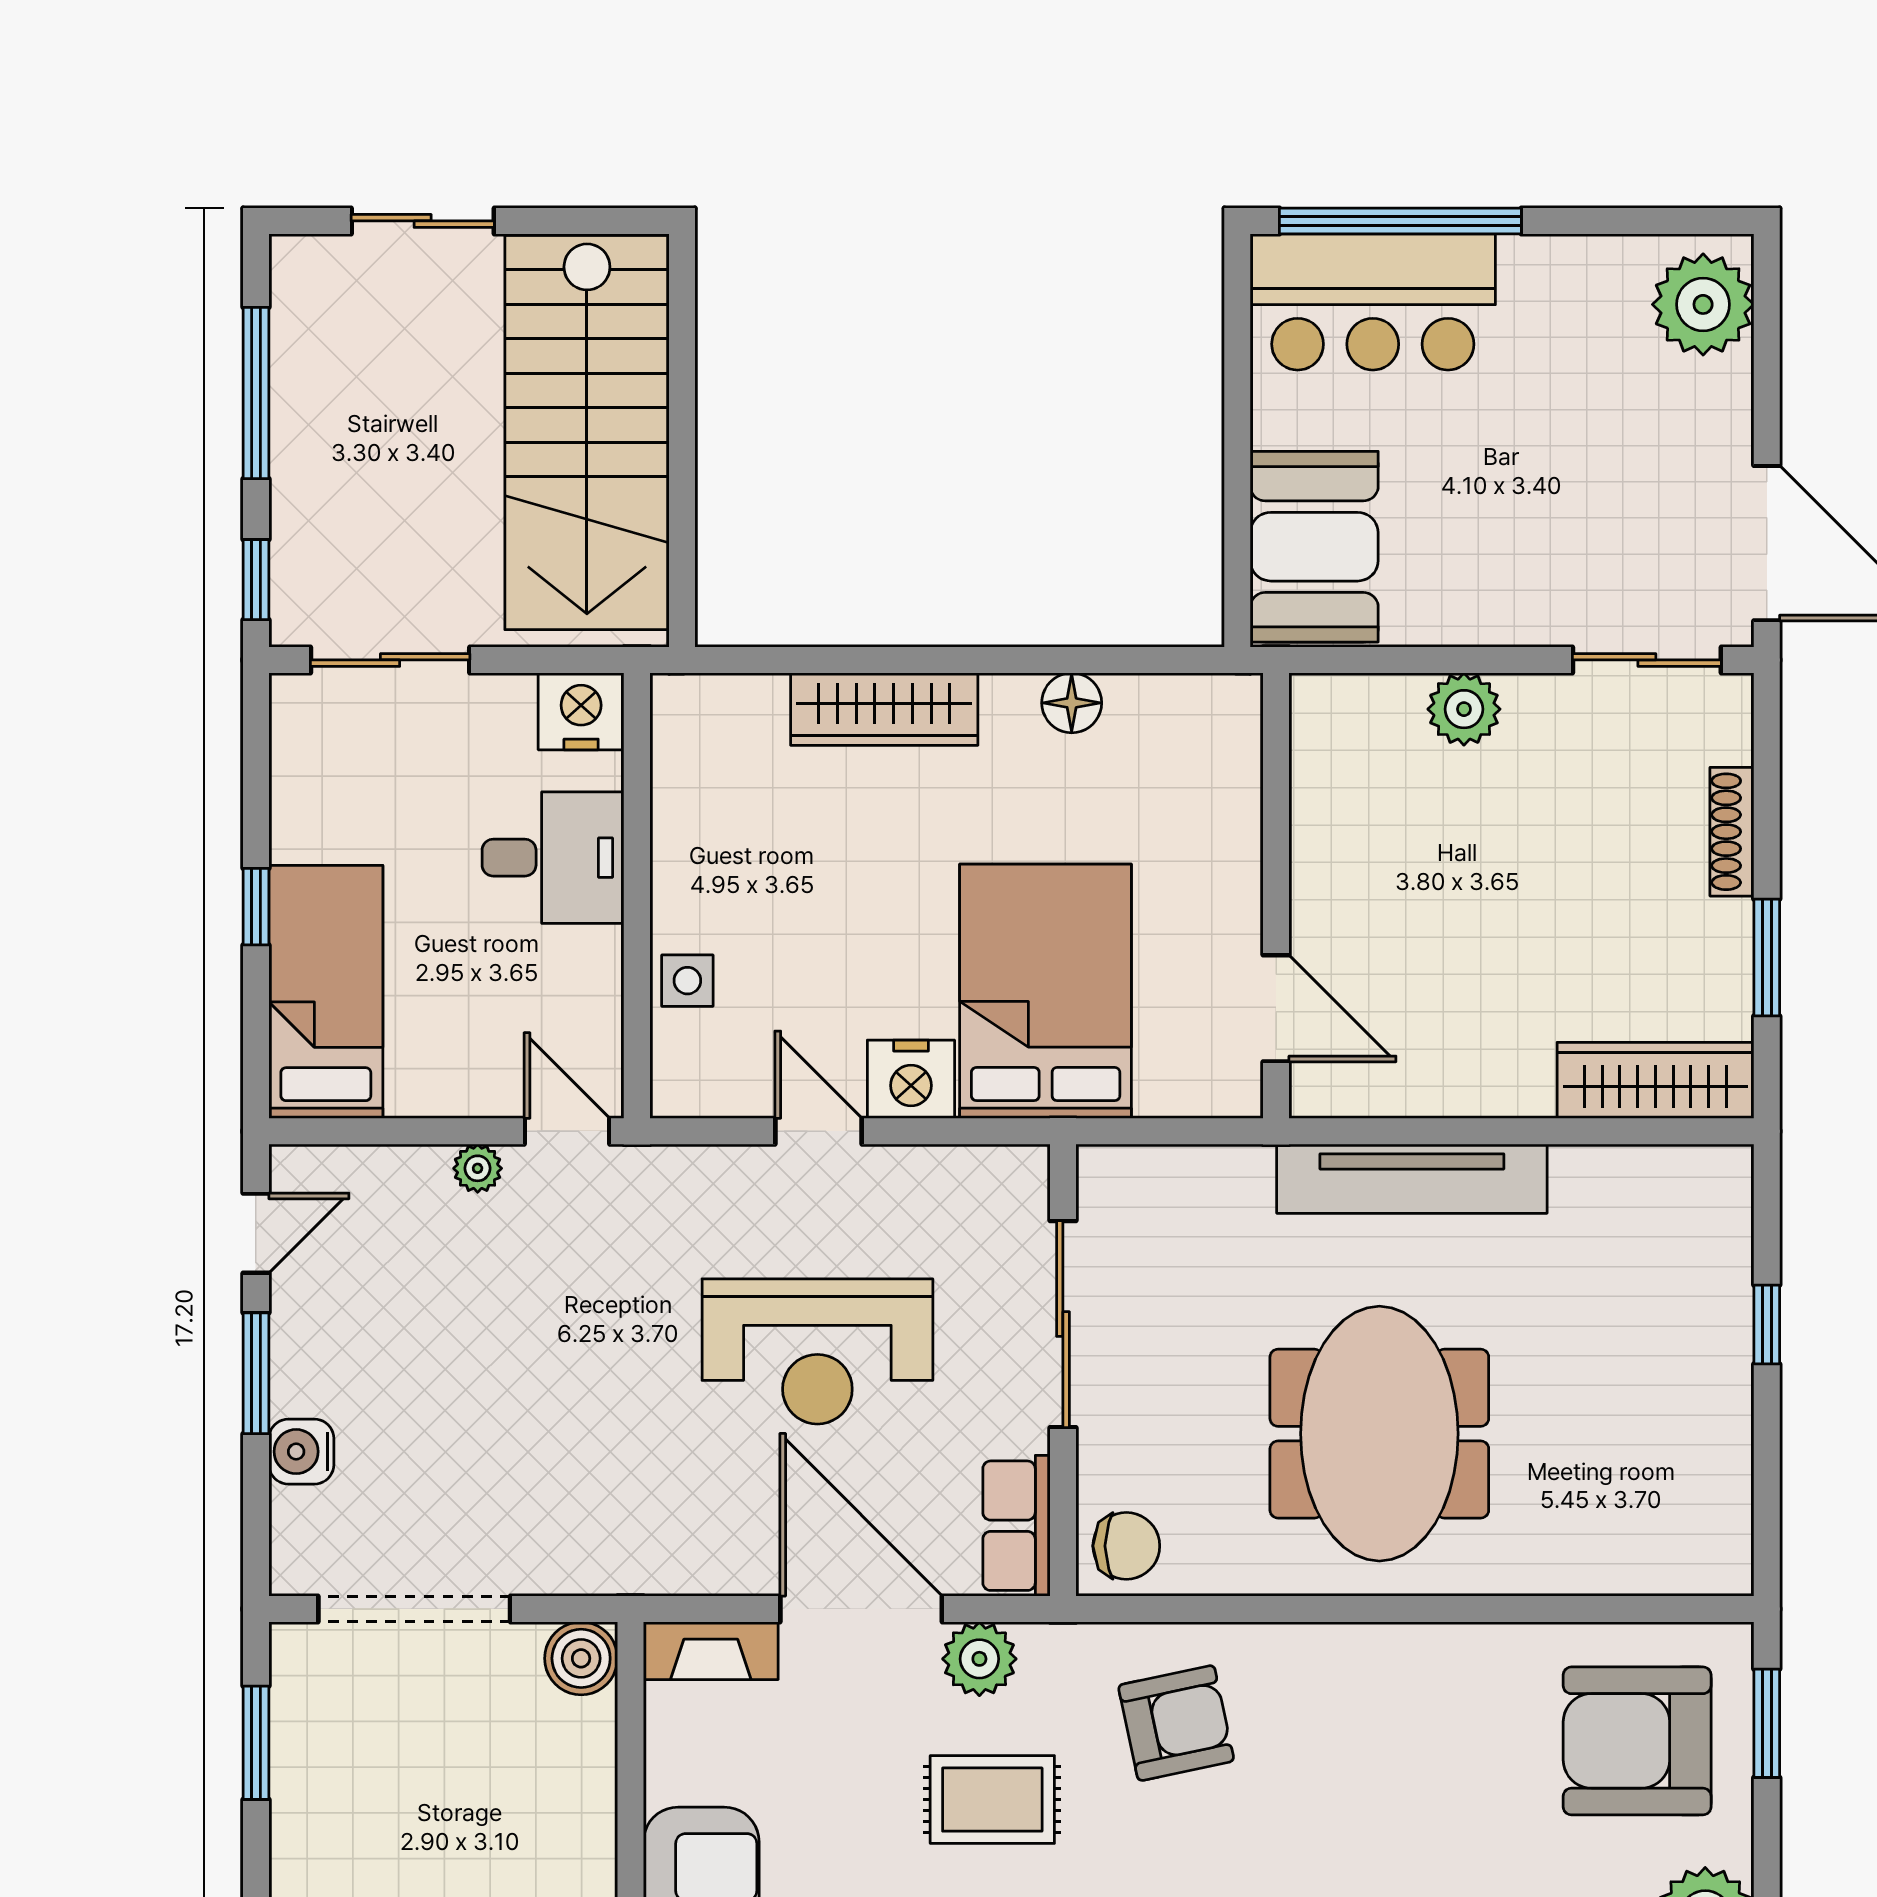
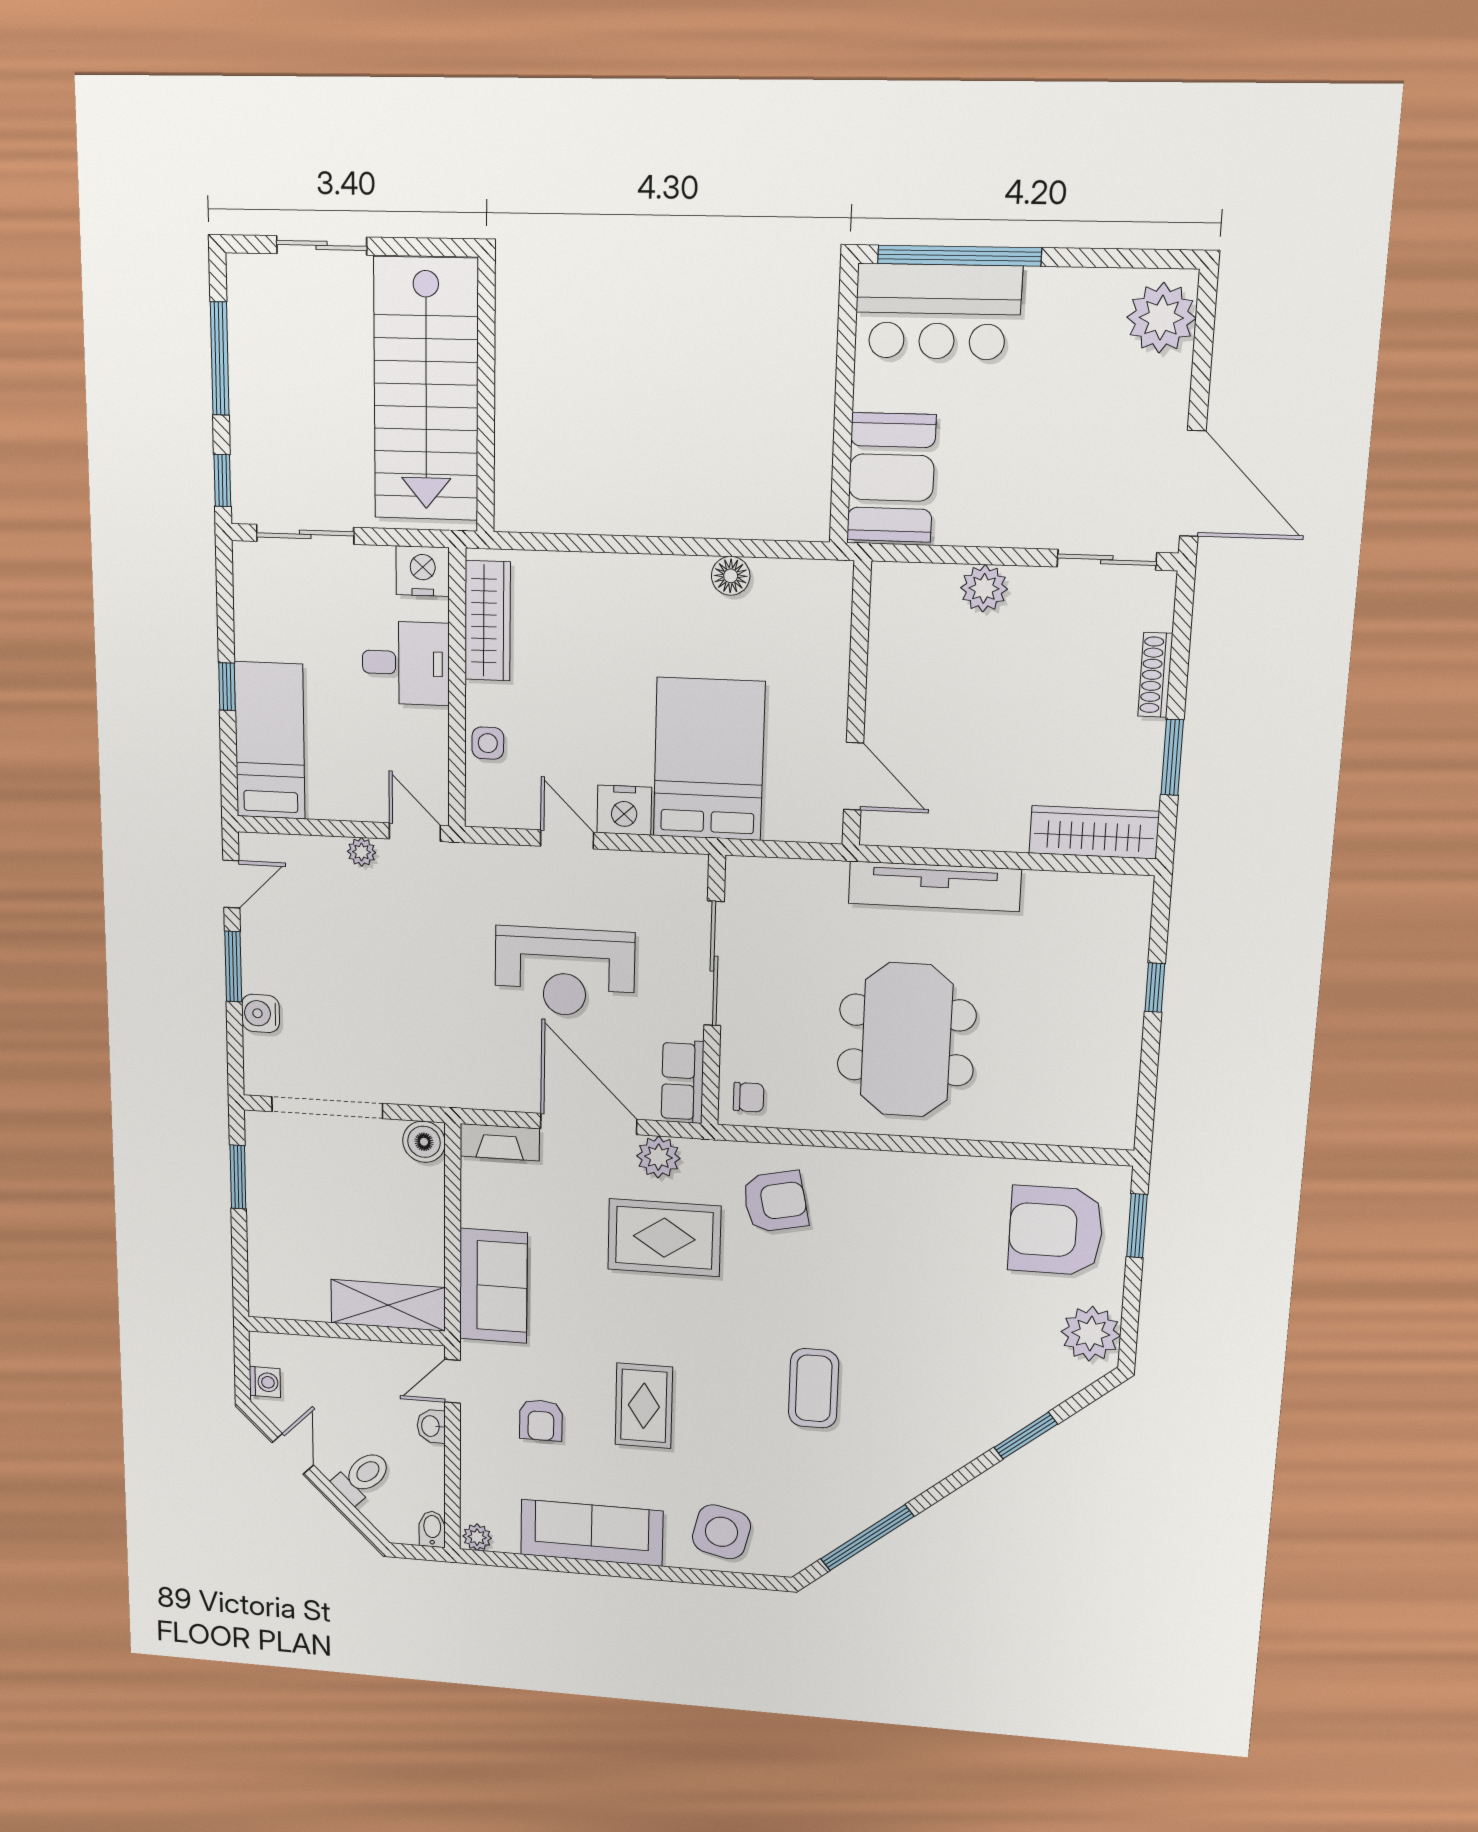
wardrobe: (884, 709) -> (487, 621), moved, turned -90
chair: (1126, 1546) -> (749, 1097), width x0.73, depth x0.73
rug: (992, 1800) -> (664, 1238), width x1.36, depth x1.43

